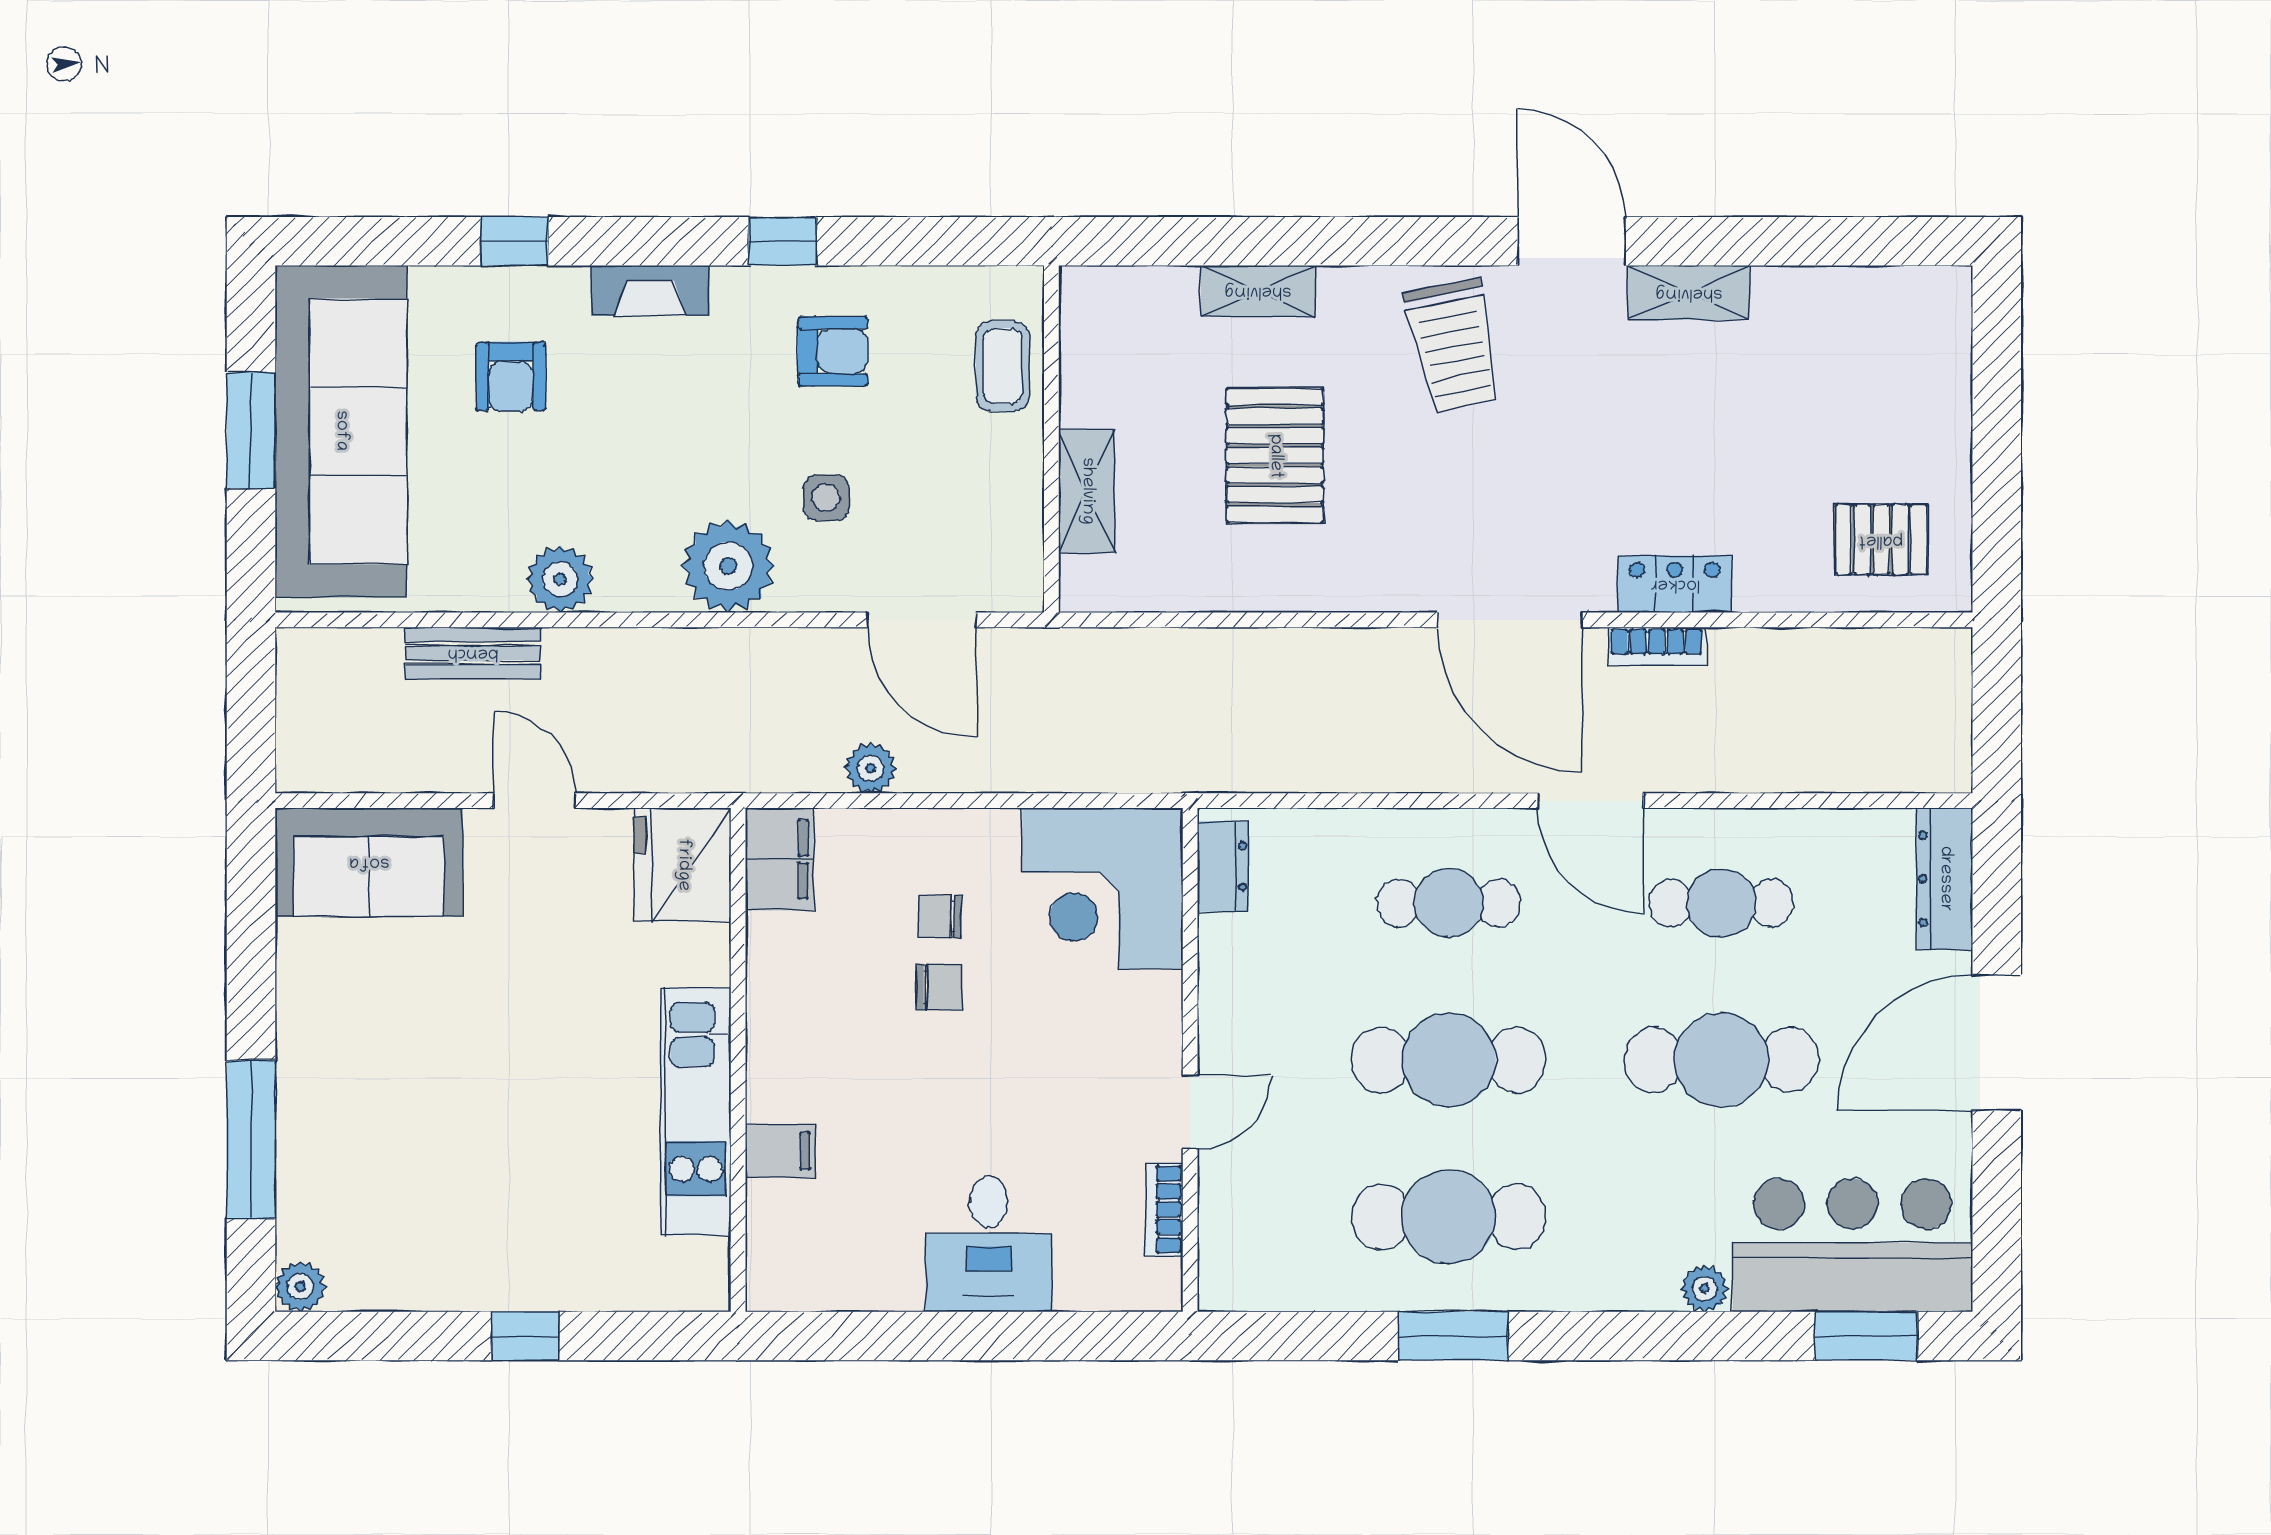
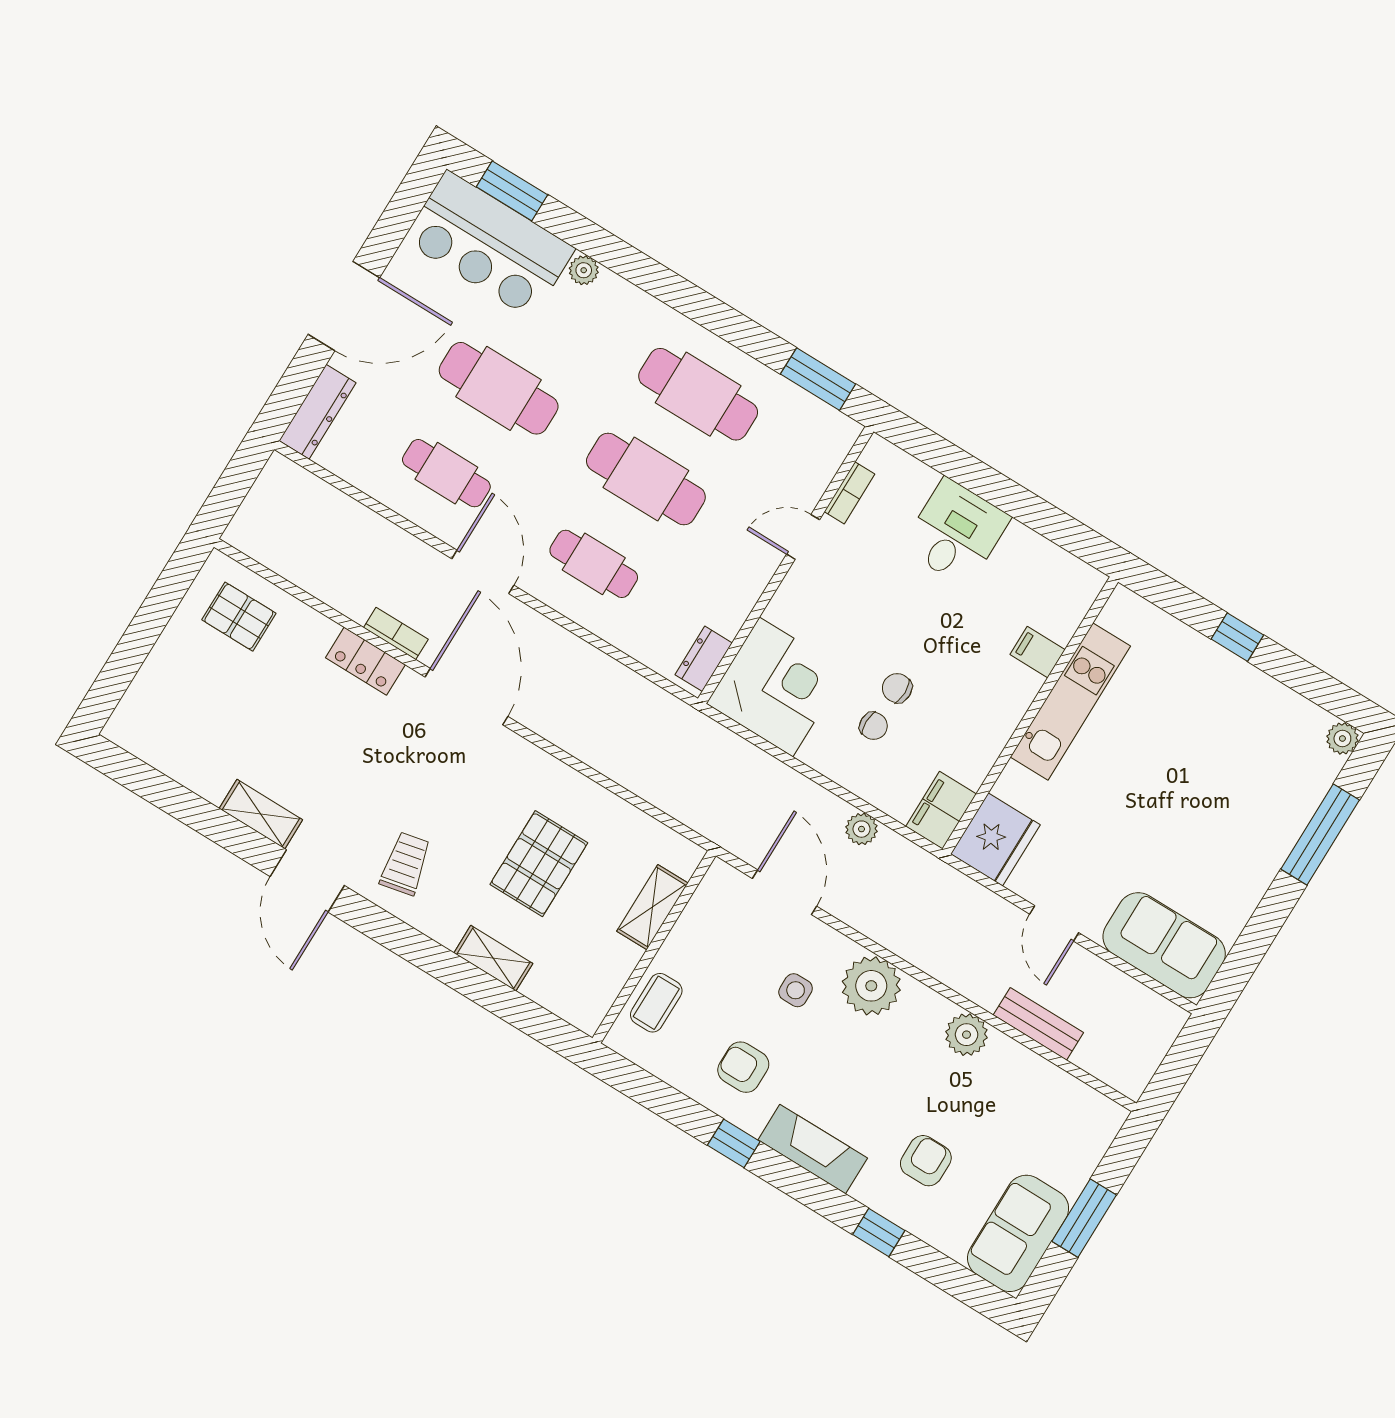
fireplace: (650, 291) -> (813, 1149), width x1.37, depth x1.32
trolley: (1454, 346) -> (406, 864), width x0.73, depth x0.72
sofa: (341, 431) -> (1018, 1233), width x0.54, depth x0.79
window: (1453, 1336) -> (818, 379), moved

